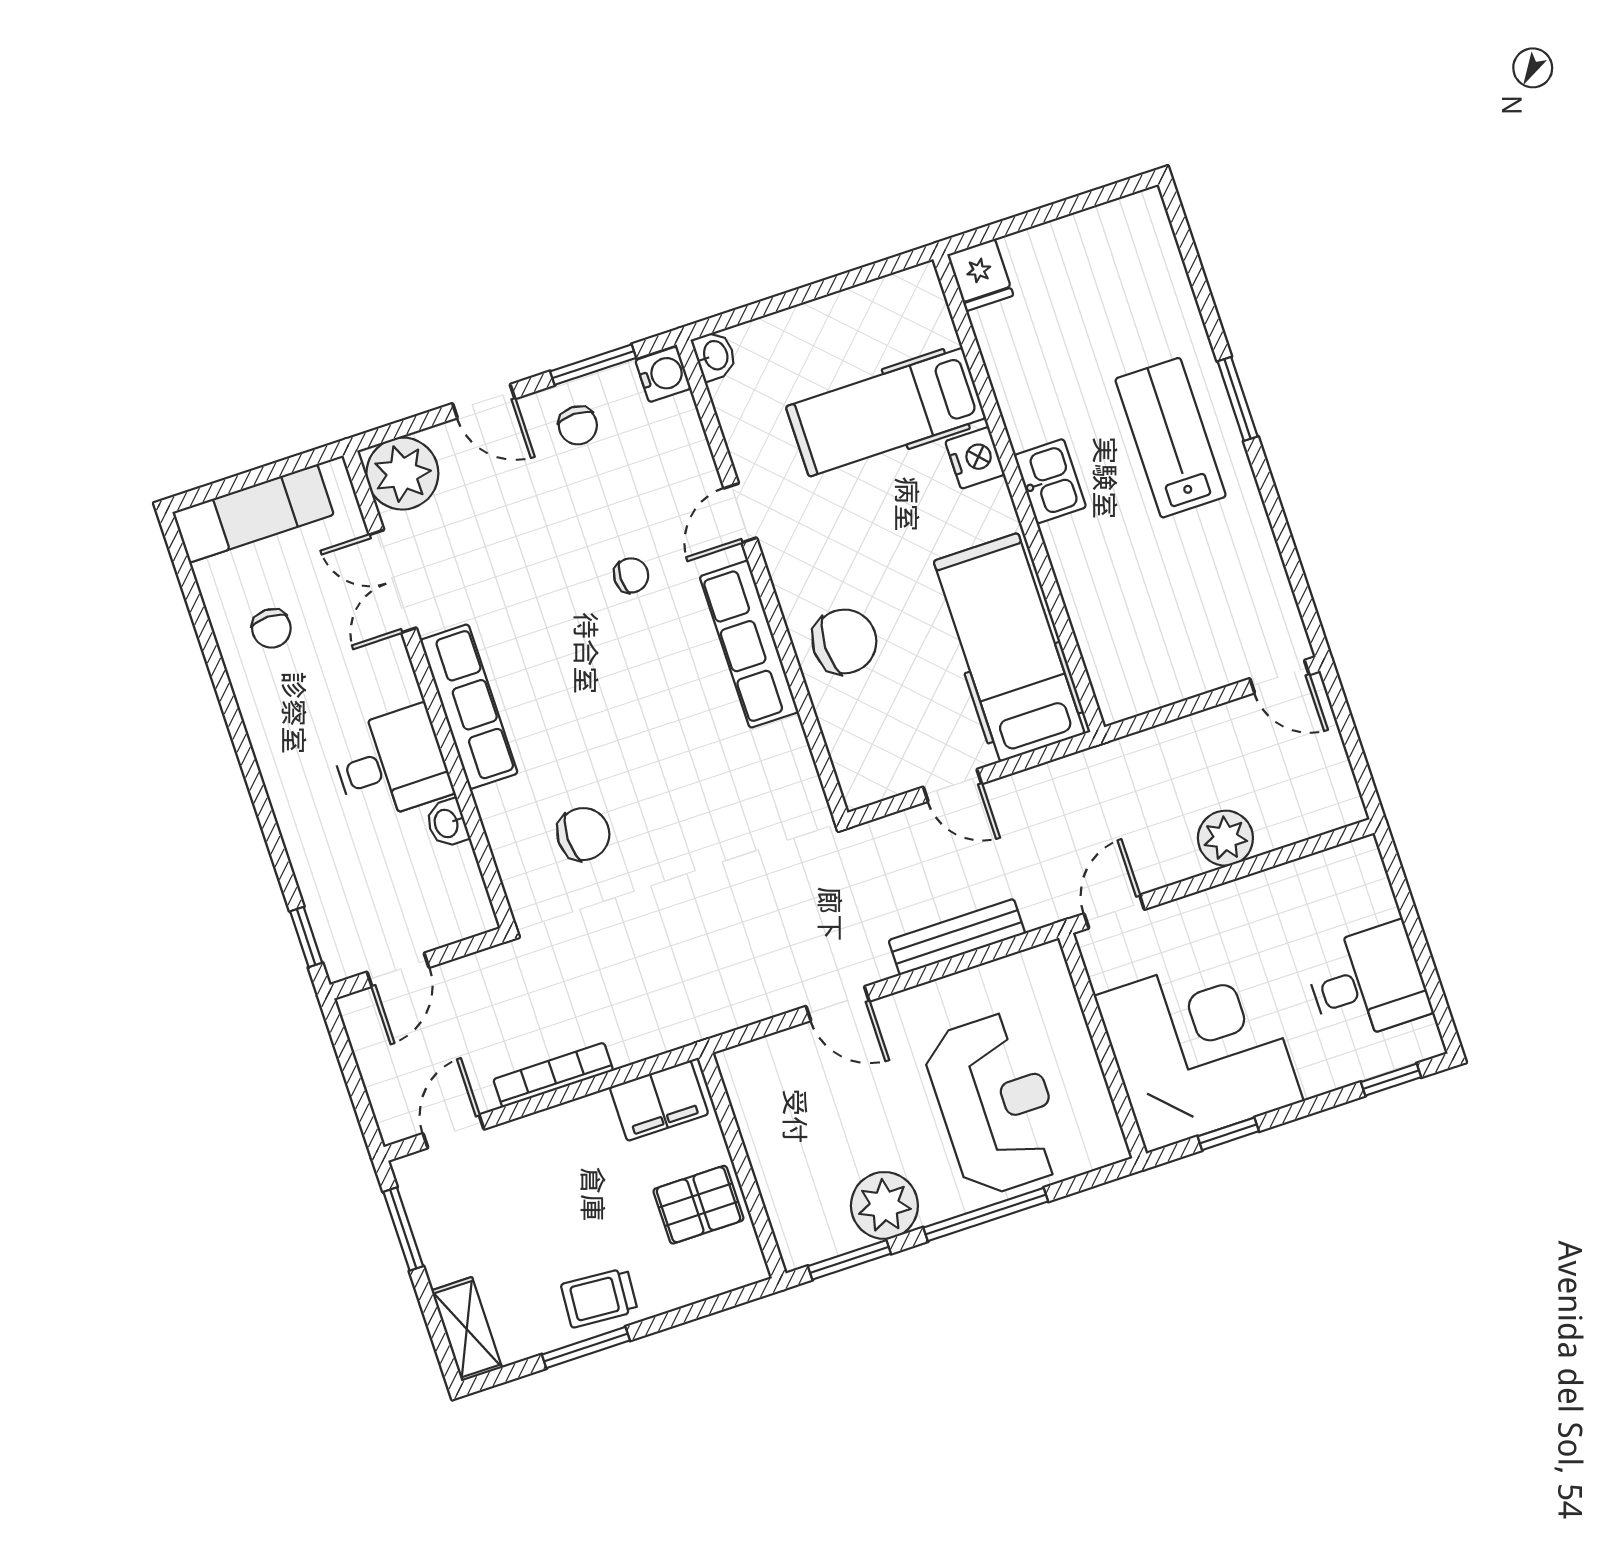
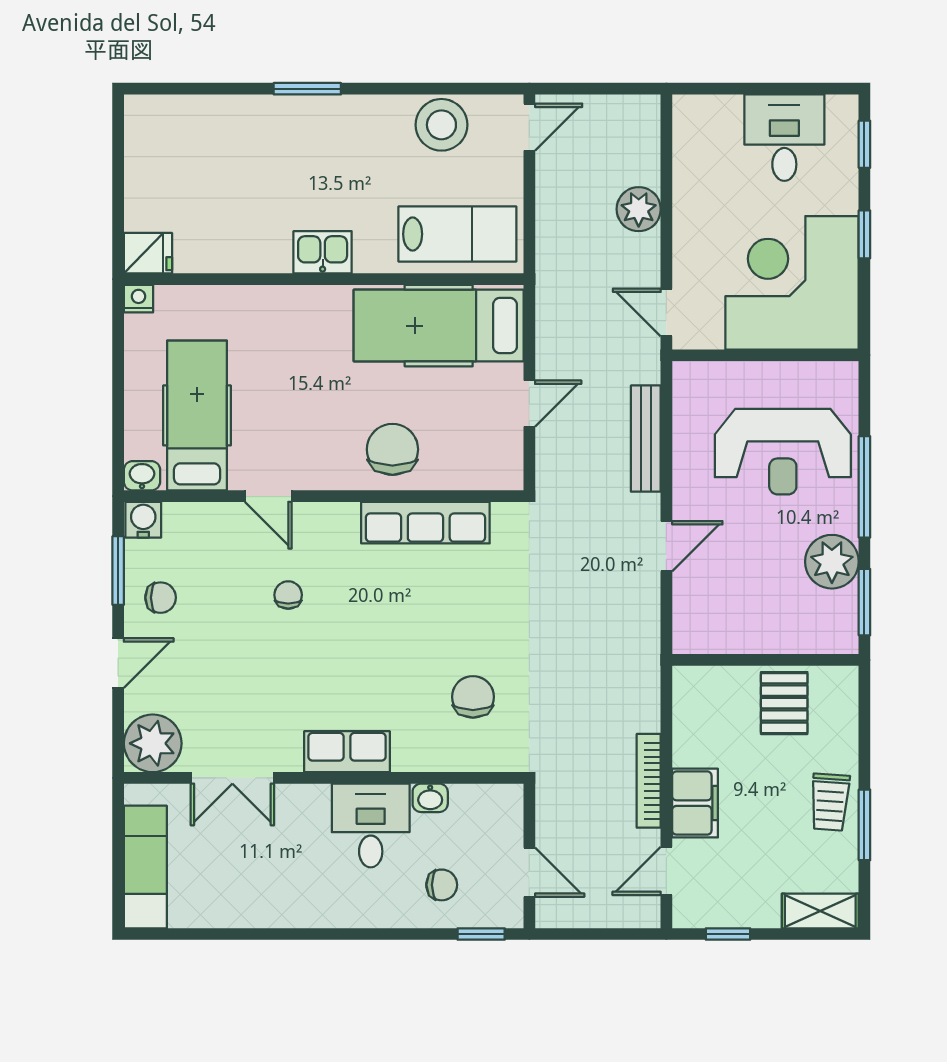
hospital bed: (886, 412) -> (197, 415), moved, turned 180
lab bench: (1171, 438) -> (457, 234), moved, turned 180
nightstand: (975, 458) -> (138, 299), moved, width x0.72, depth x0.74
stool: (1248, 572) -> (441, 125), added
chair: (271, 628) -> (442, 885), moved
row of seats: (749, 644) -> (425, 523), moved
row of seats: (469, 707) -> (347, 752), width x0.68
filing cabinet: (659, 1101) -> (695, 803), moved
reception desk: (995, 1104) -> (783, 452), turned 180
door: (454, 1131) -> (666, 871), hinge flipped
window: (1228, 1134) -> (864, 234), moved
window: (403, 1229) -> (728, 934), width x0.67

